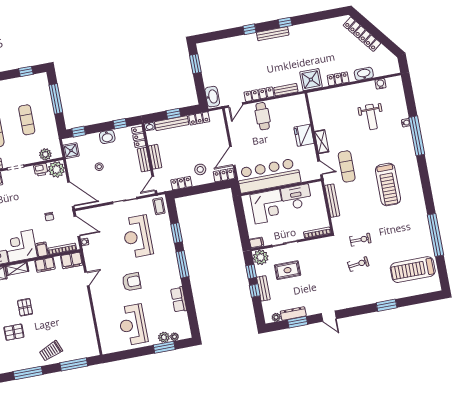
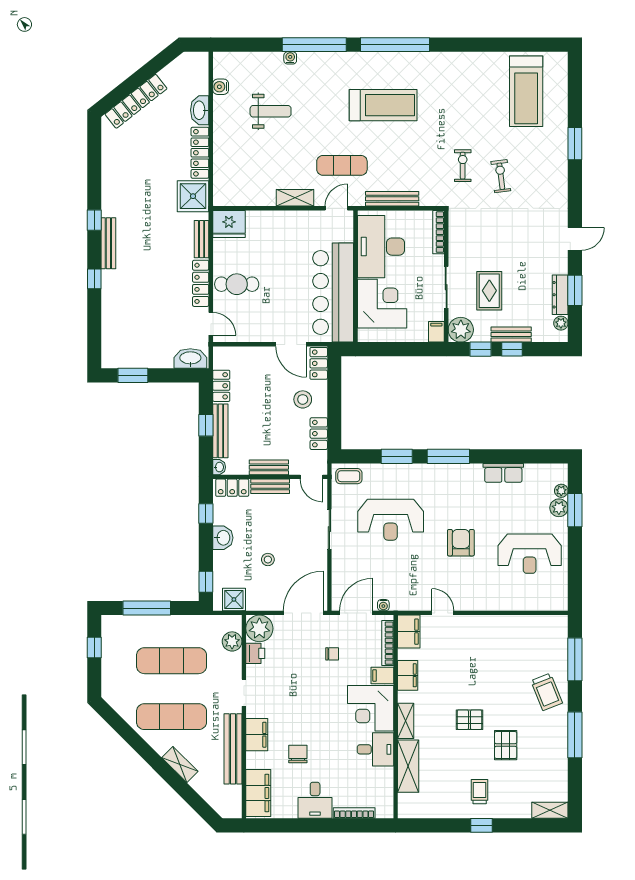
locker: (338, 79) -> (200, 153), width x1.53
exercise mat: (27, 120) -> (172, 661), width x1.36, depth x1.45
fridge: (304, 135) -> (229, 224), moved
desk: (296, 197) -> (381, 247), width x1.36, depth x1.30
window: (435, 235) -> (395, 45), moved

